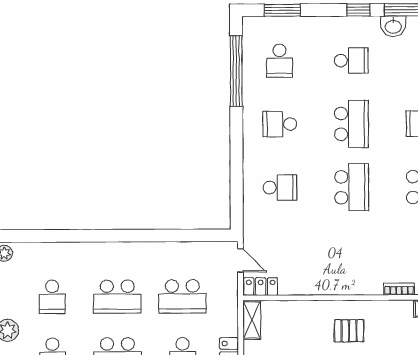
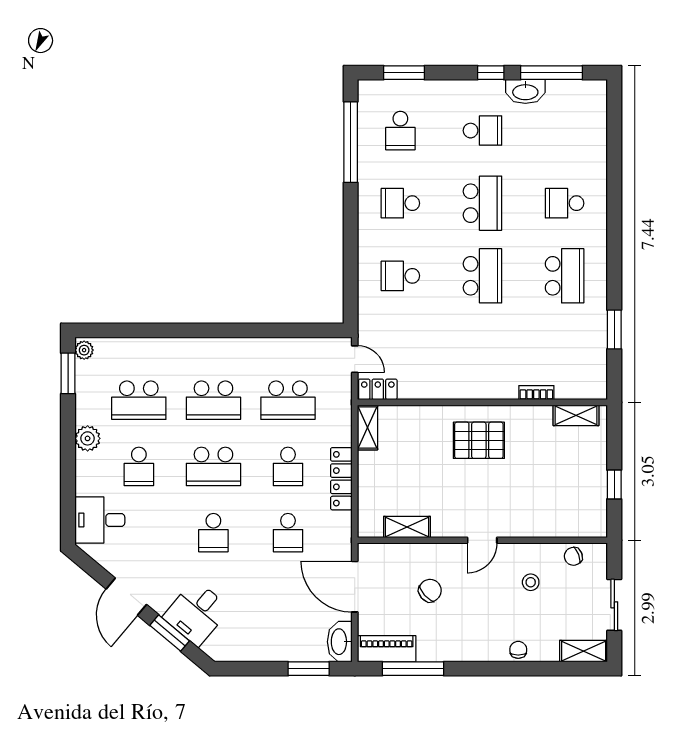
washbasin: (393, 26) -> (525, 91), width x1.38
school desk: (280, 188) -> (400, 276), turned 180
school desk: (52, 297) -> (139, 400), width x1.85
pallet: (349, 331) -> (479, 440), width x1.50, depth x1.42

